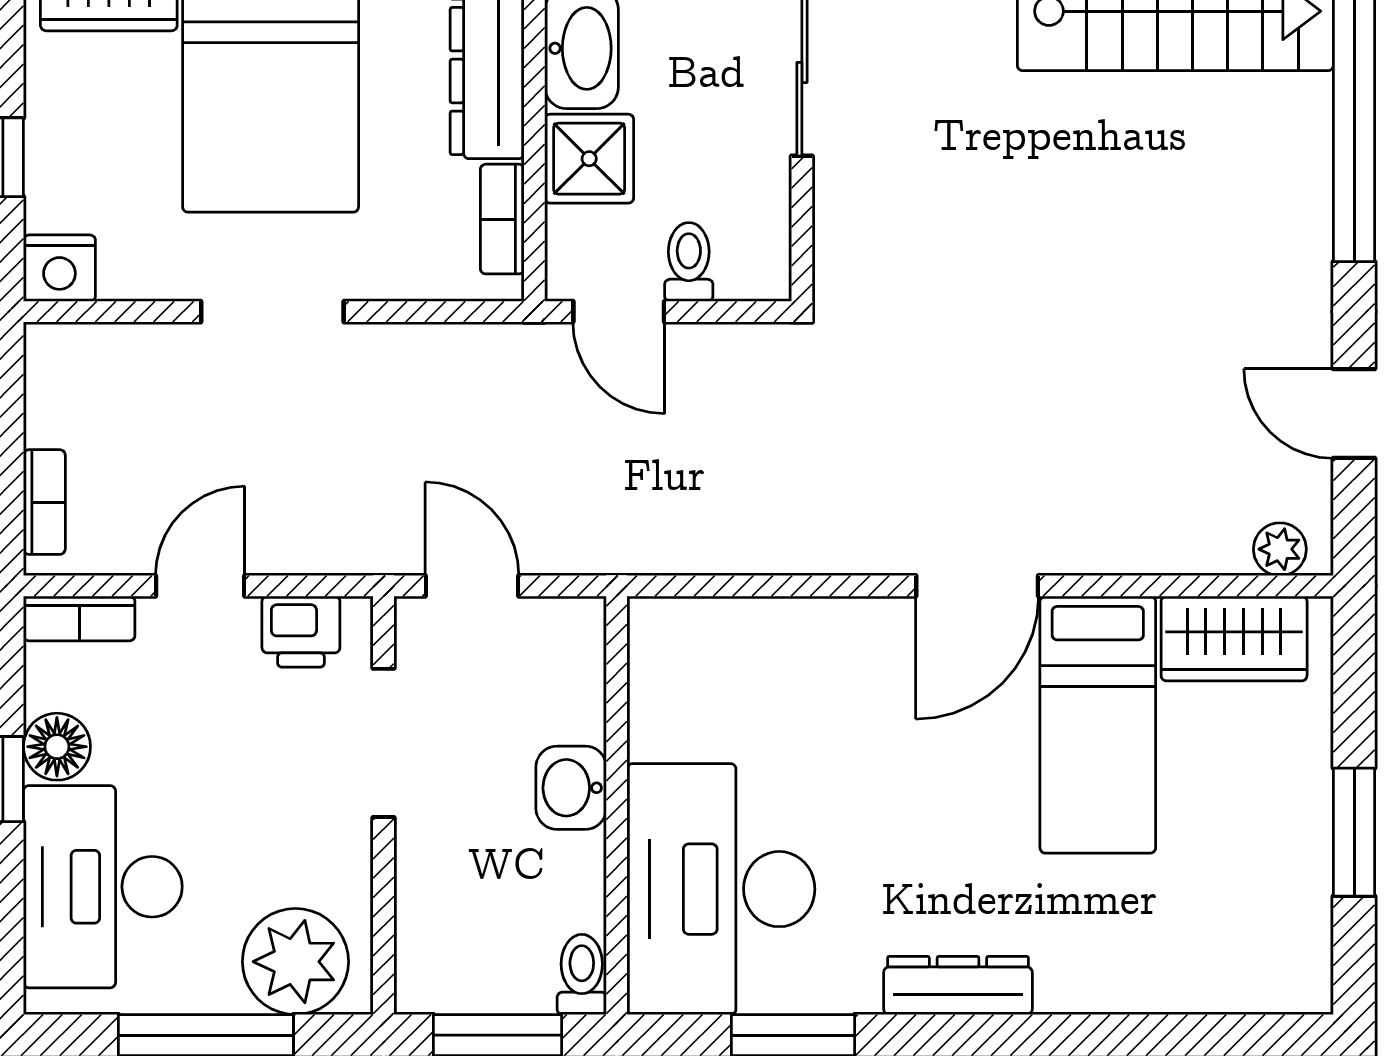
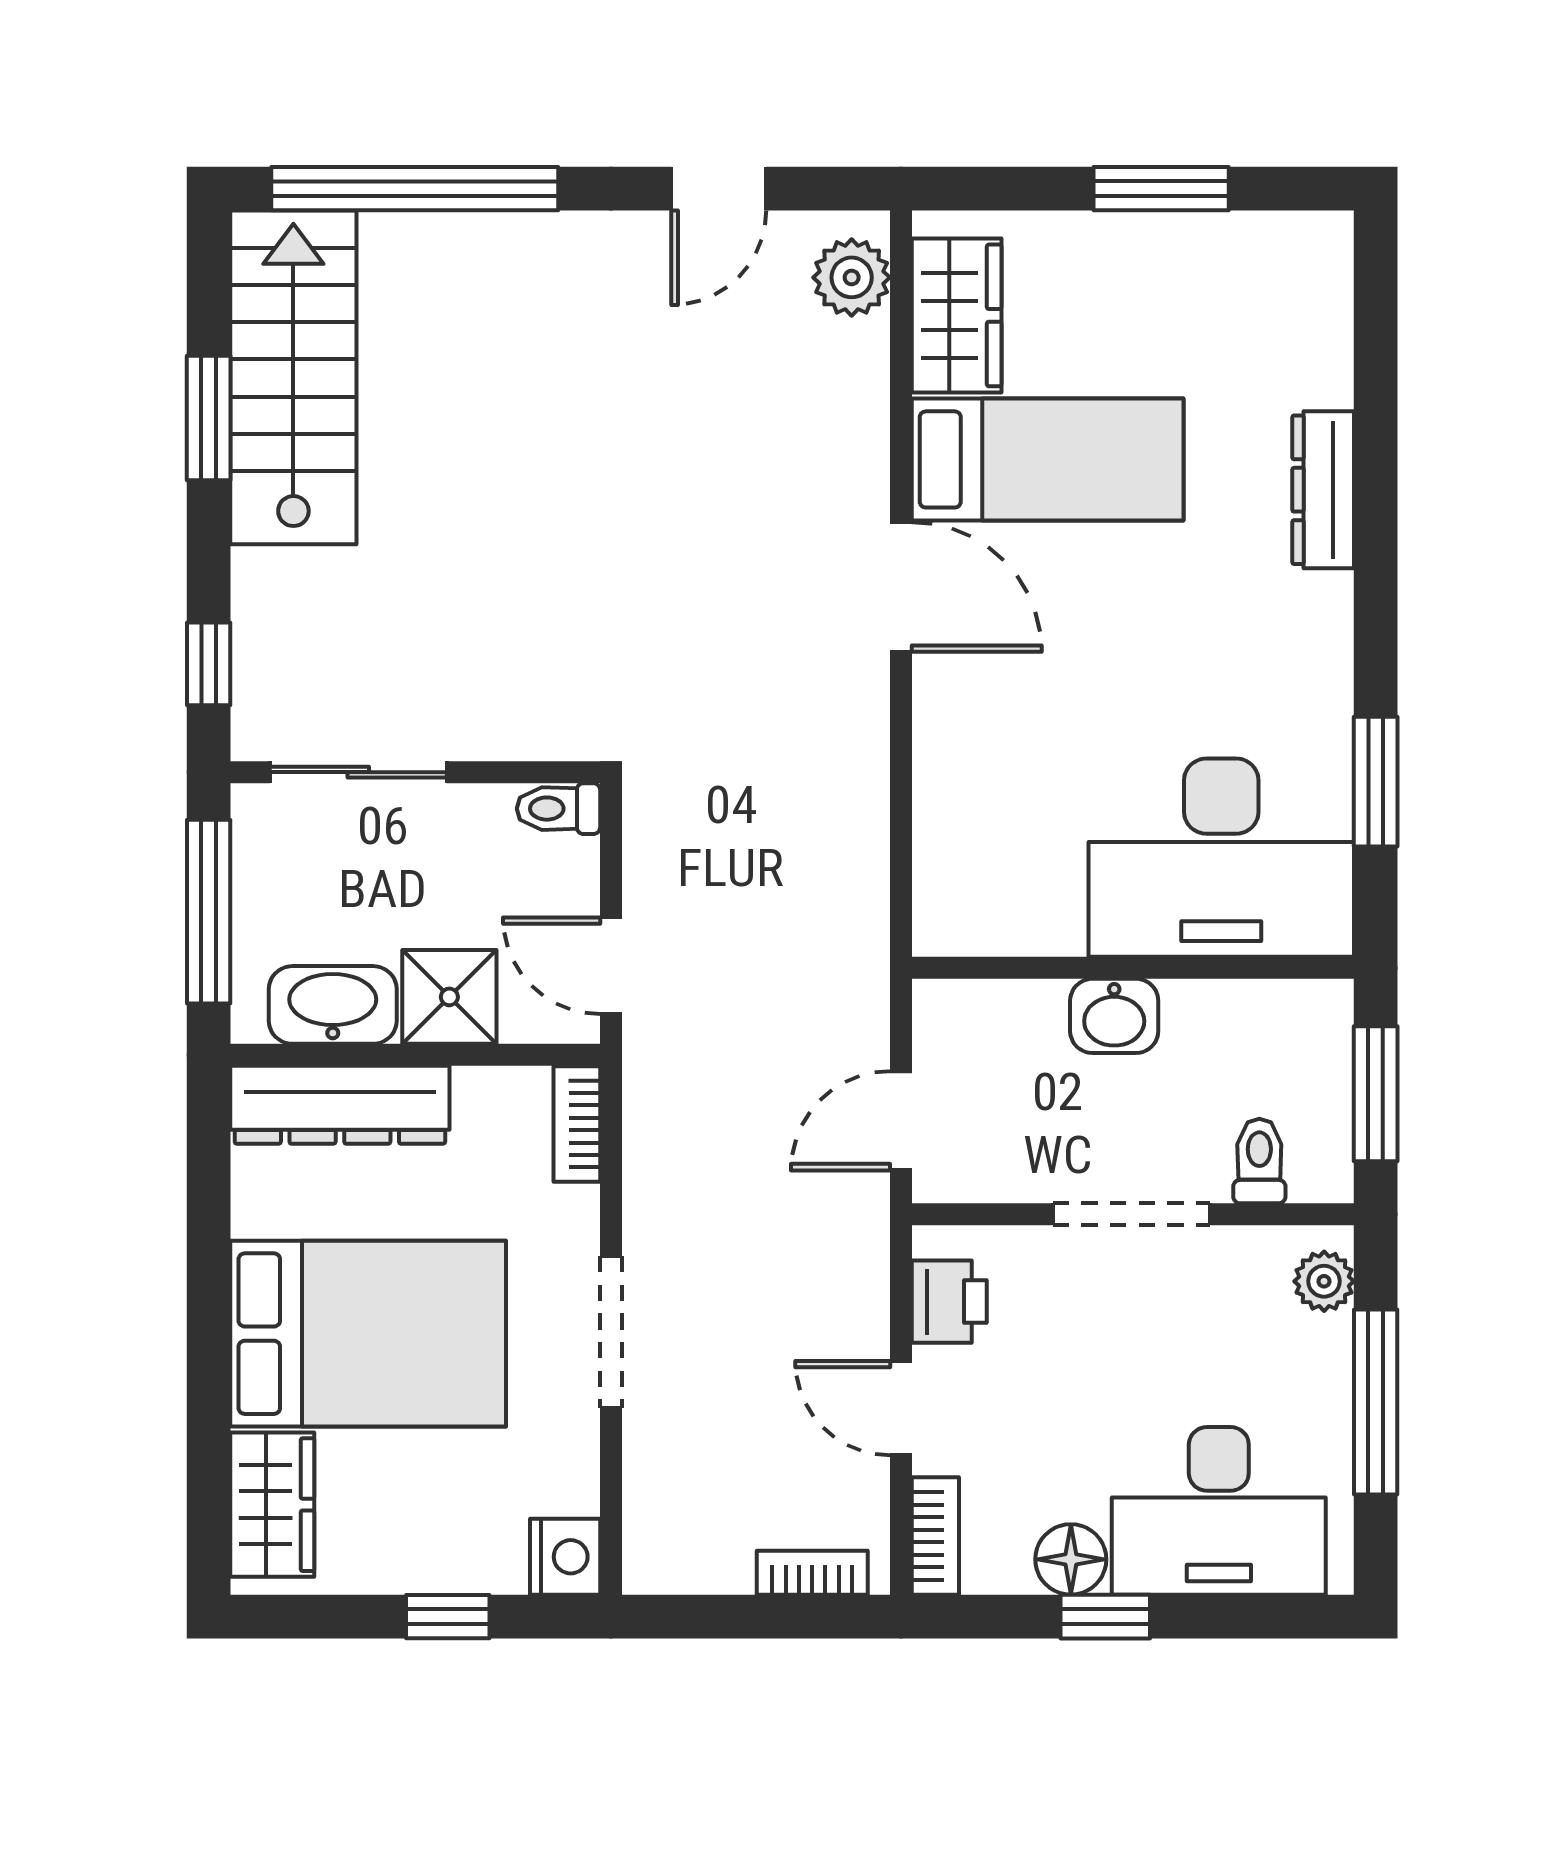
bookcase: (502, 219) -> (577, 1124), moved, turned 90
toilet: (689, 262) -> (558, 809), moved
door: (619, 312) -> (611, 966), swing flipped
plant: (1280, 549) -> (852, 277), width x1.38, depth x1.38
doorway: (384, 743) -> (1131, 1214), moved
plant: (295, 962) -> (1324, 1281), width x0.53, depth x0.53
toilet: (582, 974) -> (1259, 1161), moved, turned 90
dresser: (958, 986) -> (1323, 490), moved

